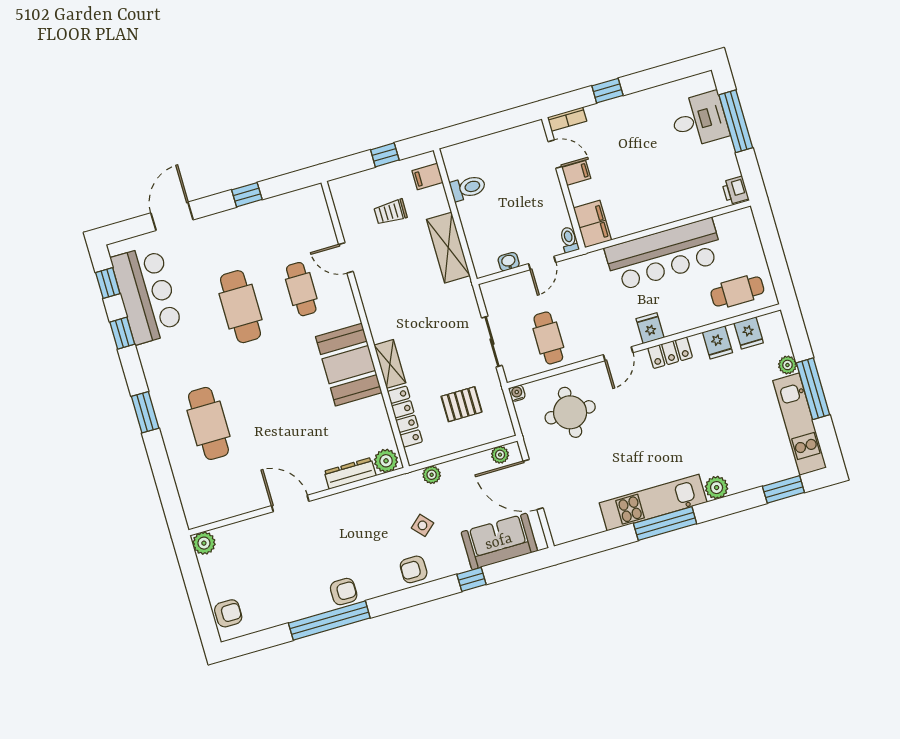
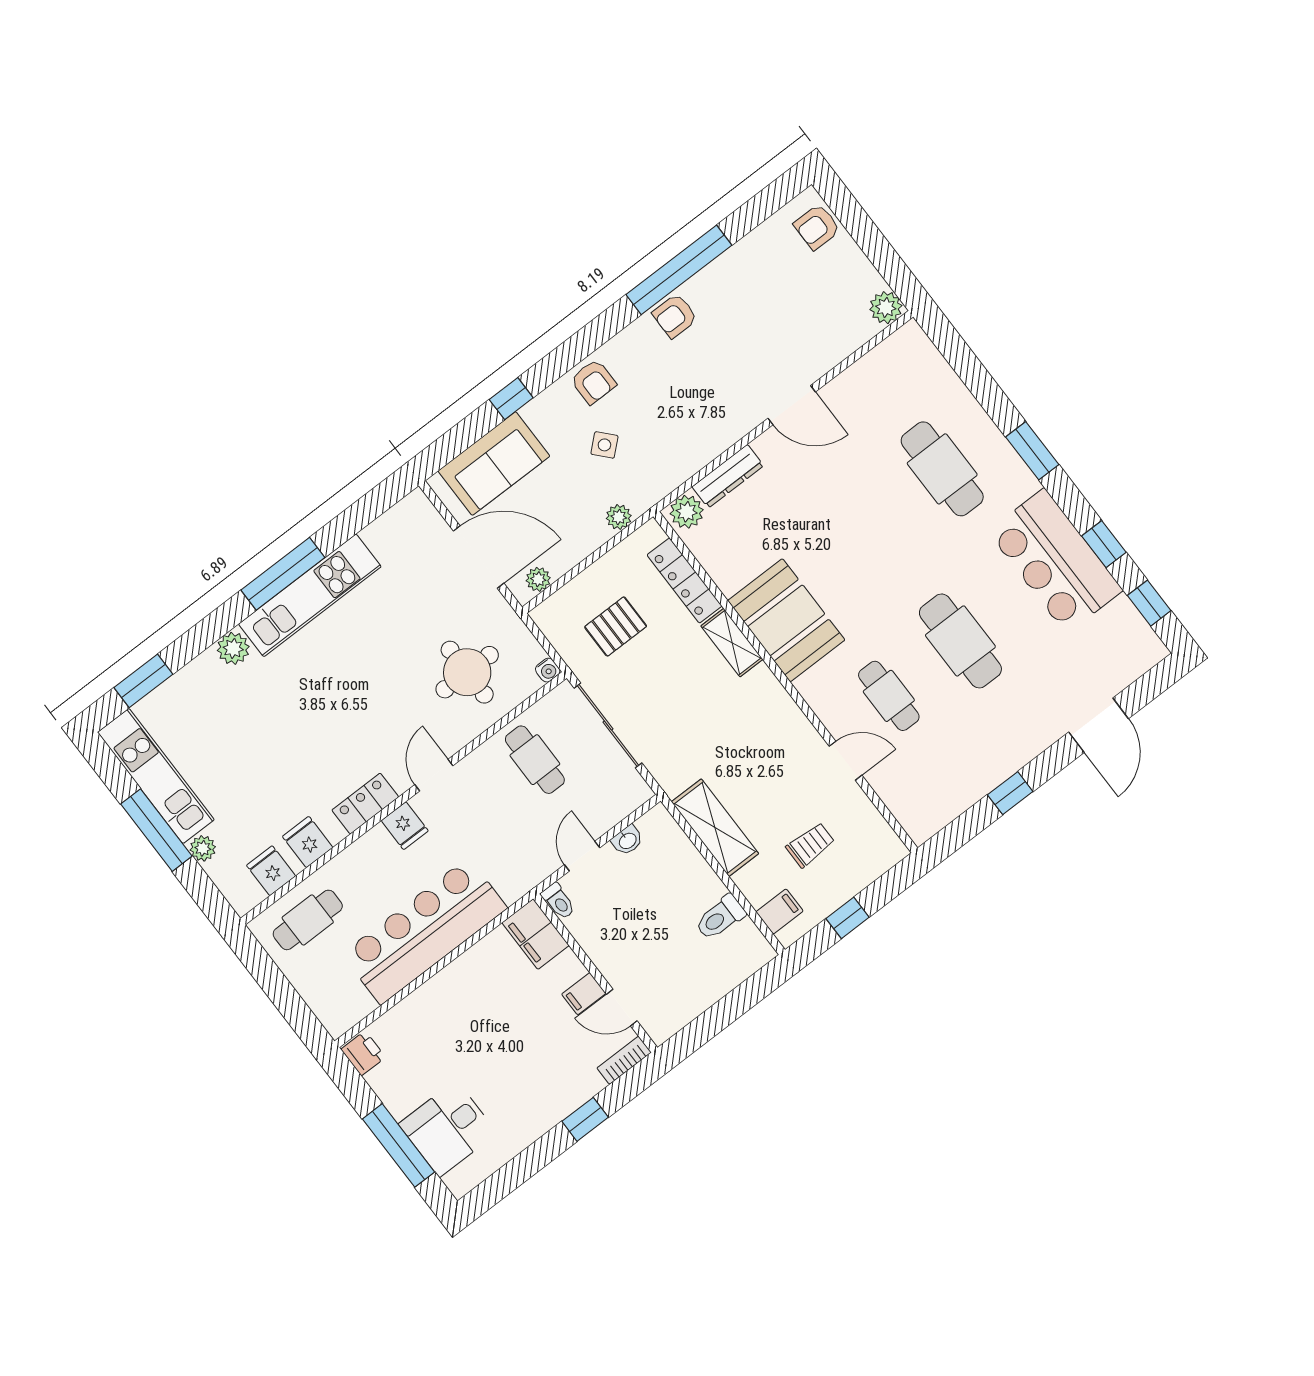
bar counter: (147, 295) -> (1055, 561), moved
sliding door: (492, 342) -> (608, 725), width x1.37
armchair: (414, 569) -> (593, 382), turned 90

